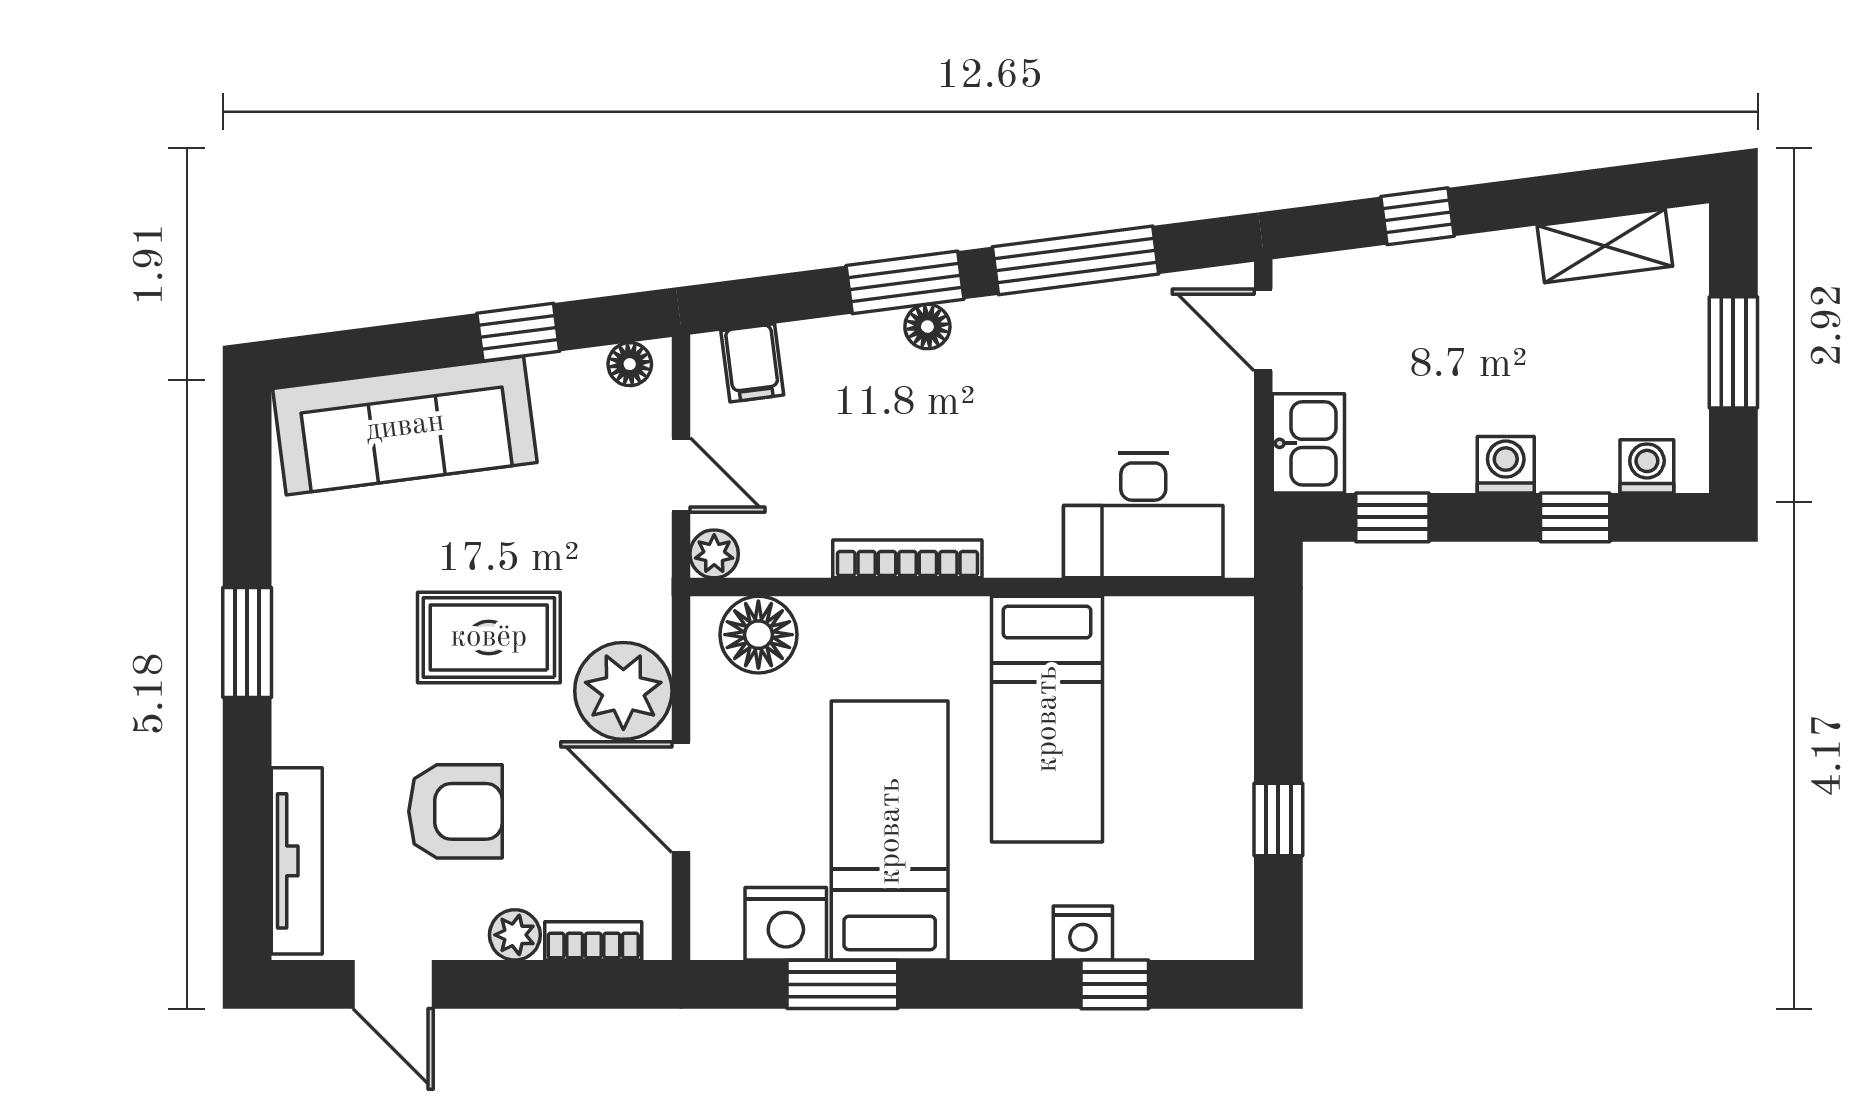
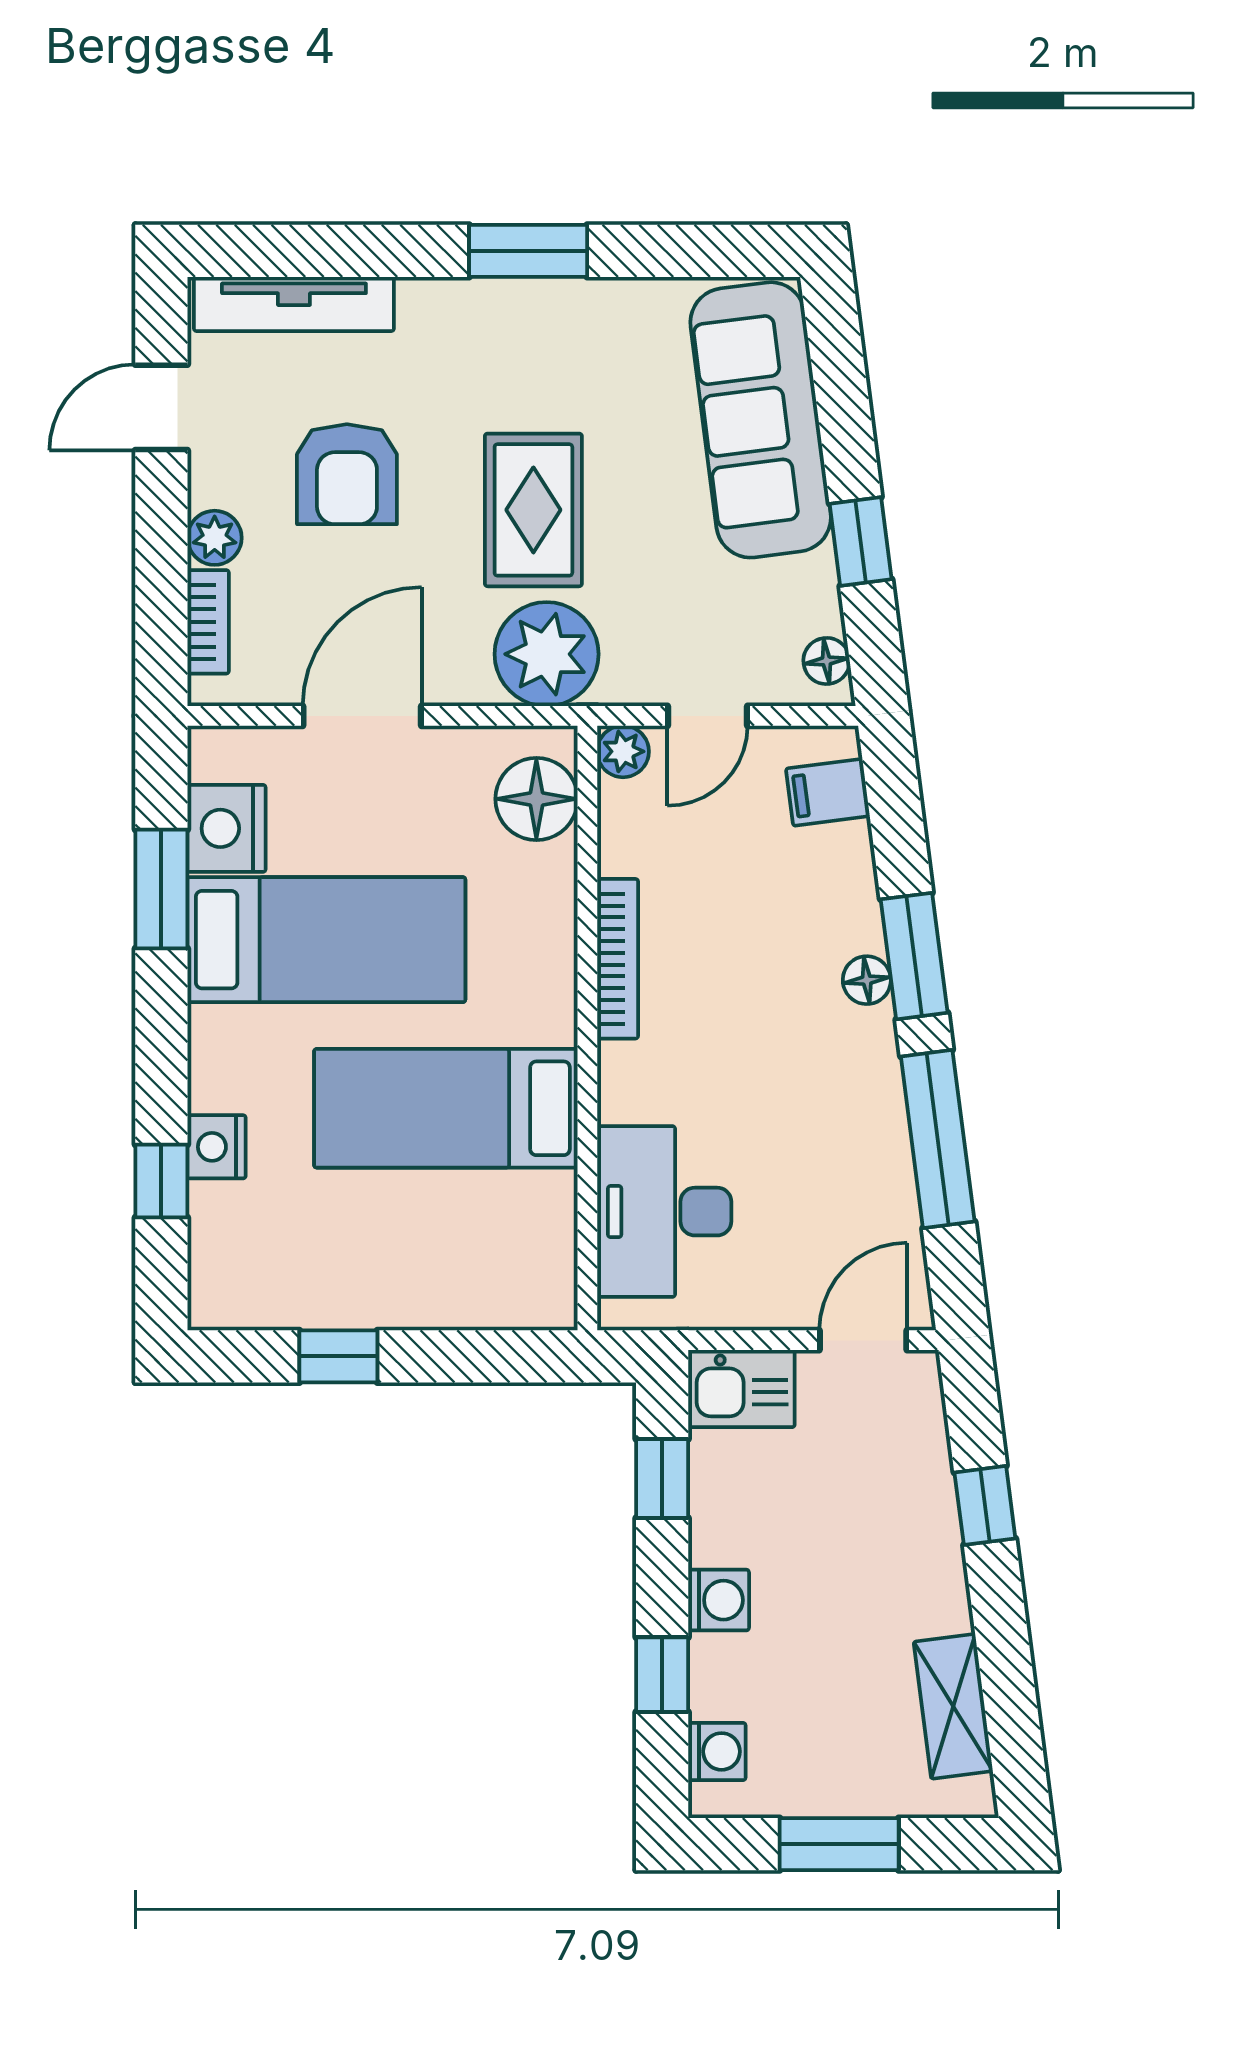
plant: (623, 691) -> (547, 654), moved

